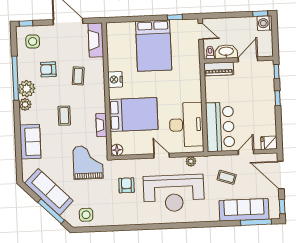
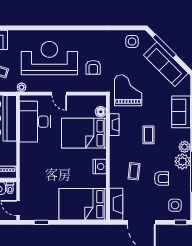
bed: (154, 46) -> (83, 204), moved, turned -90
floor lamp: (117, 150) -> (101, 112), moved
plant: (191, 161) -> (22, 87), moved
grand piano: (88, 162) -> (128, 90), turned 180

